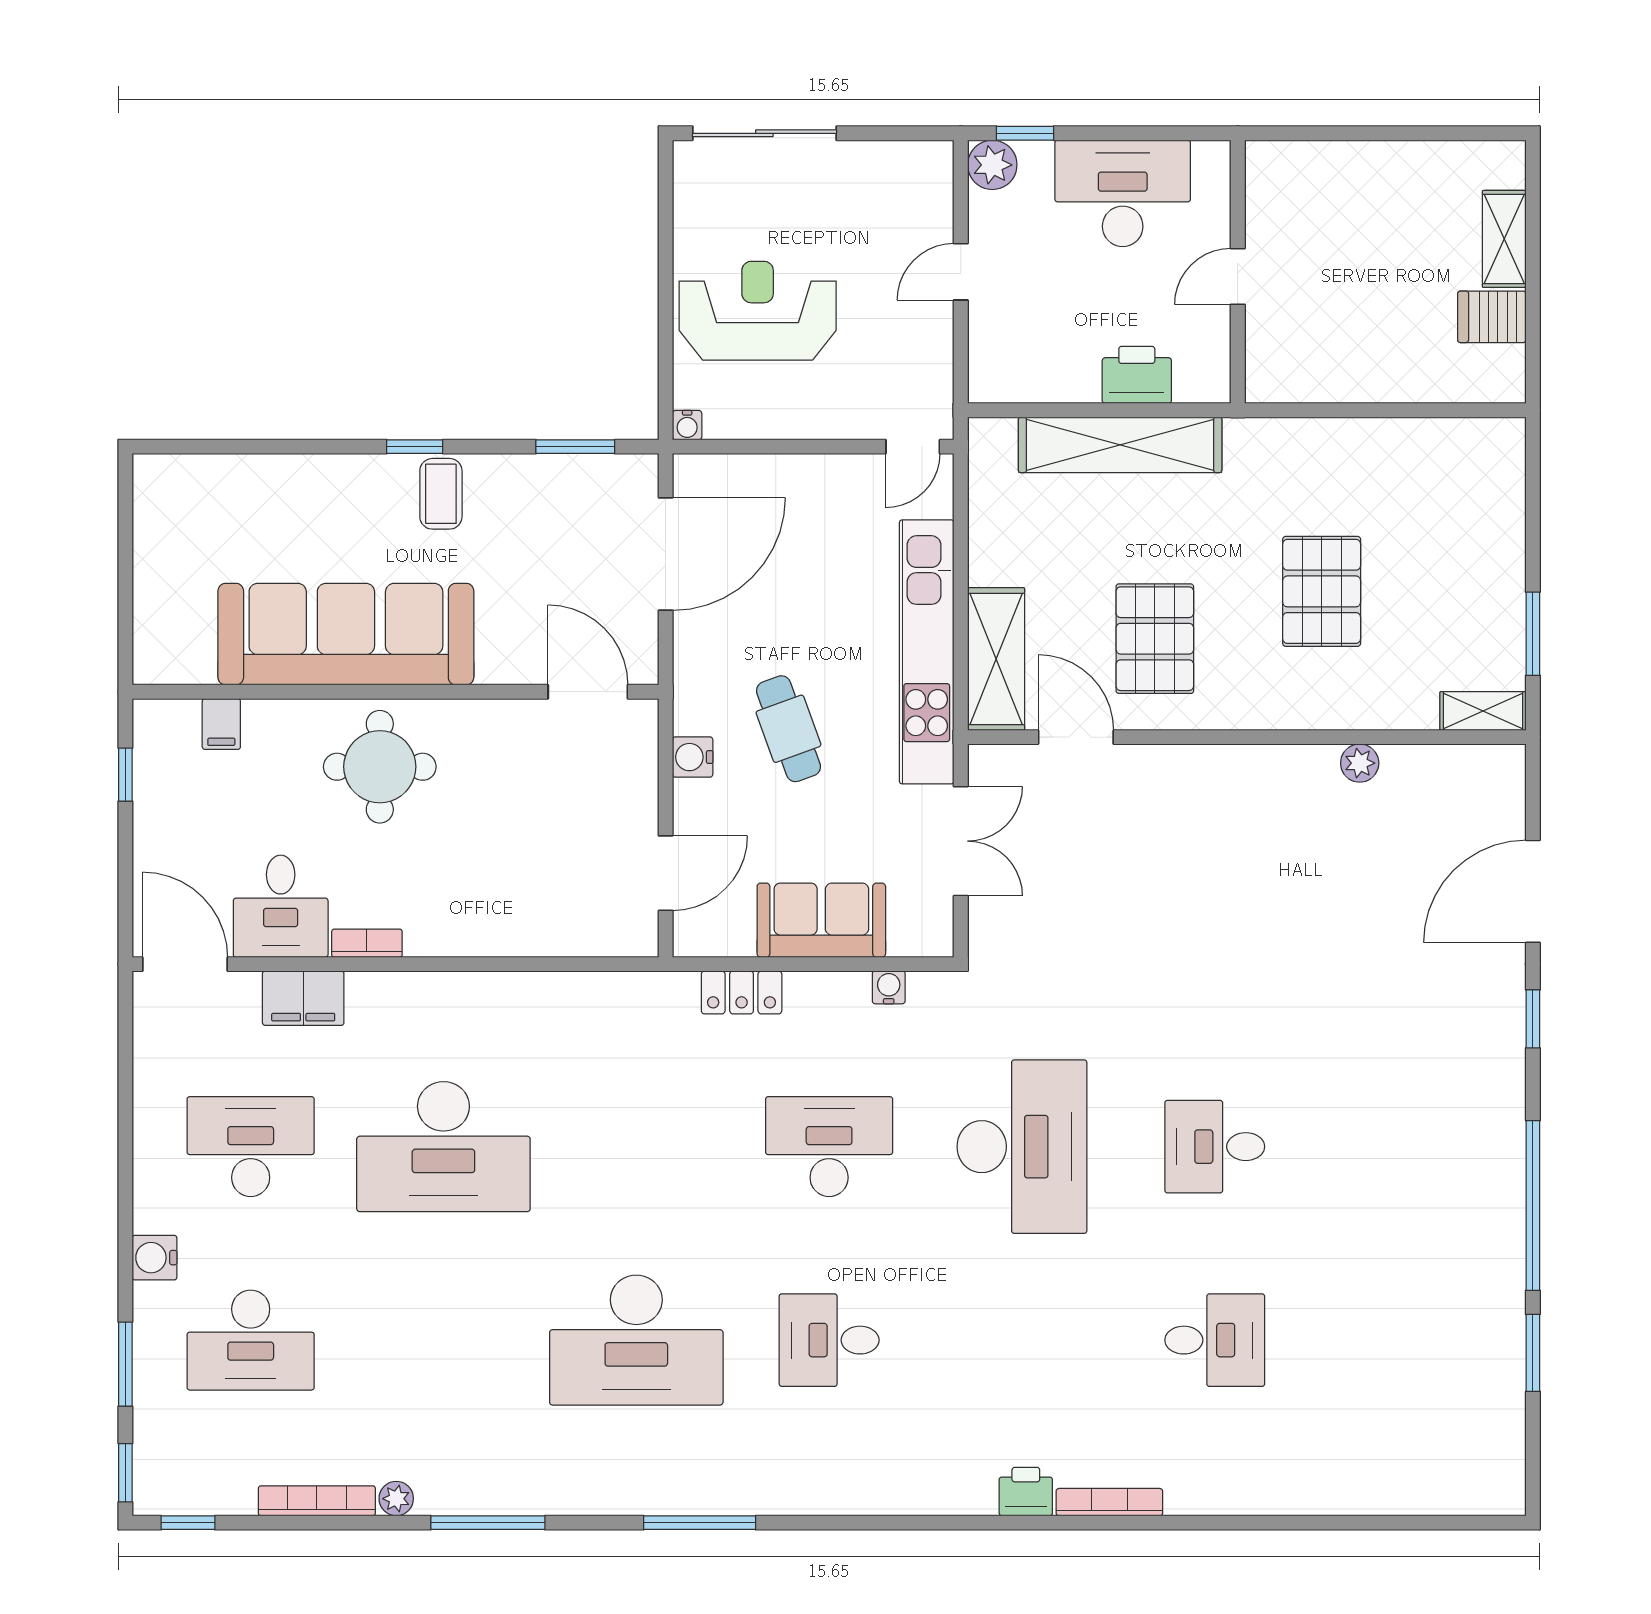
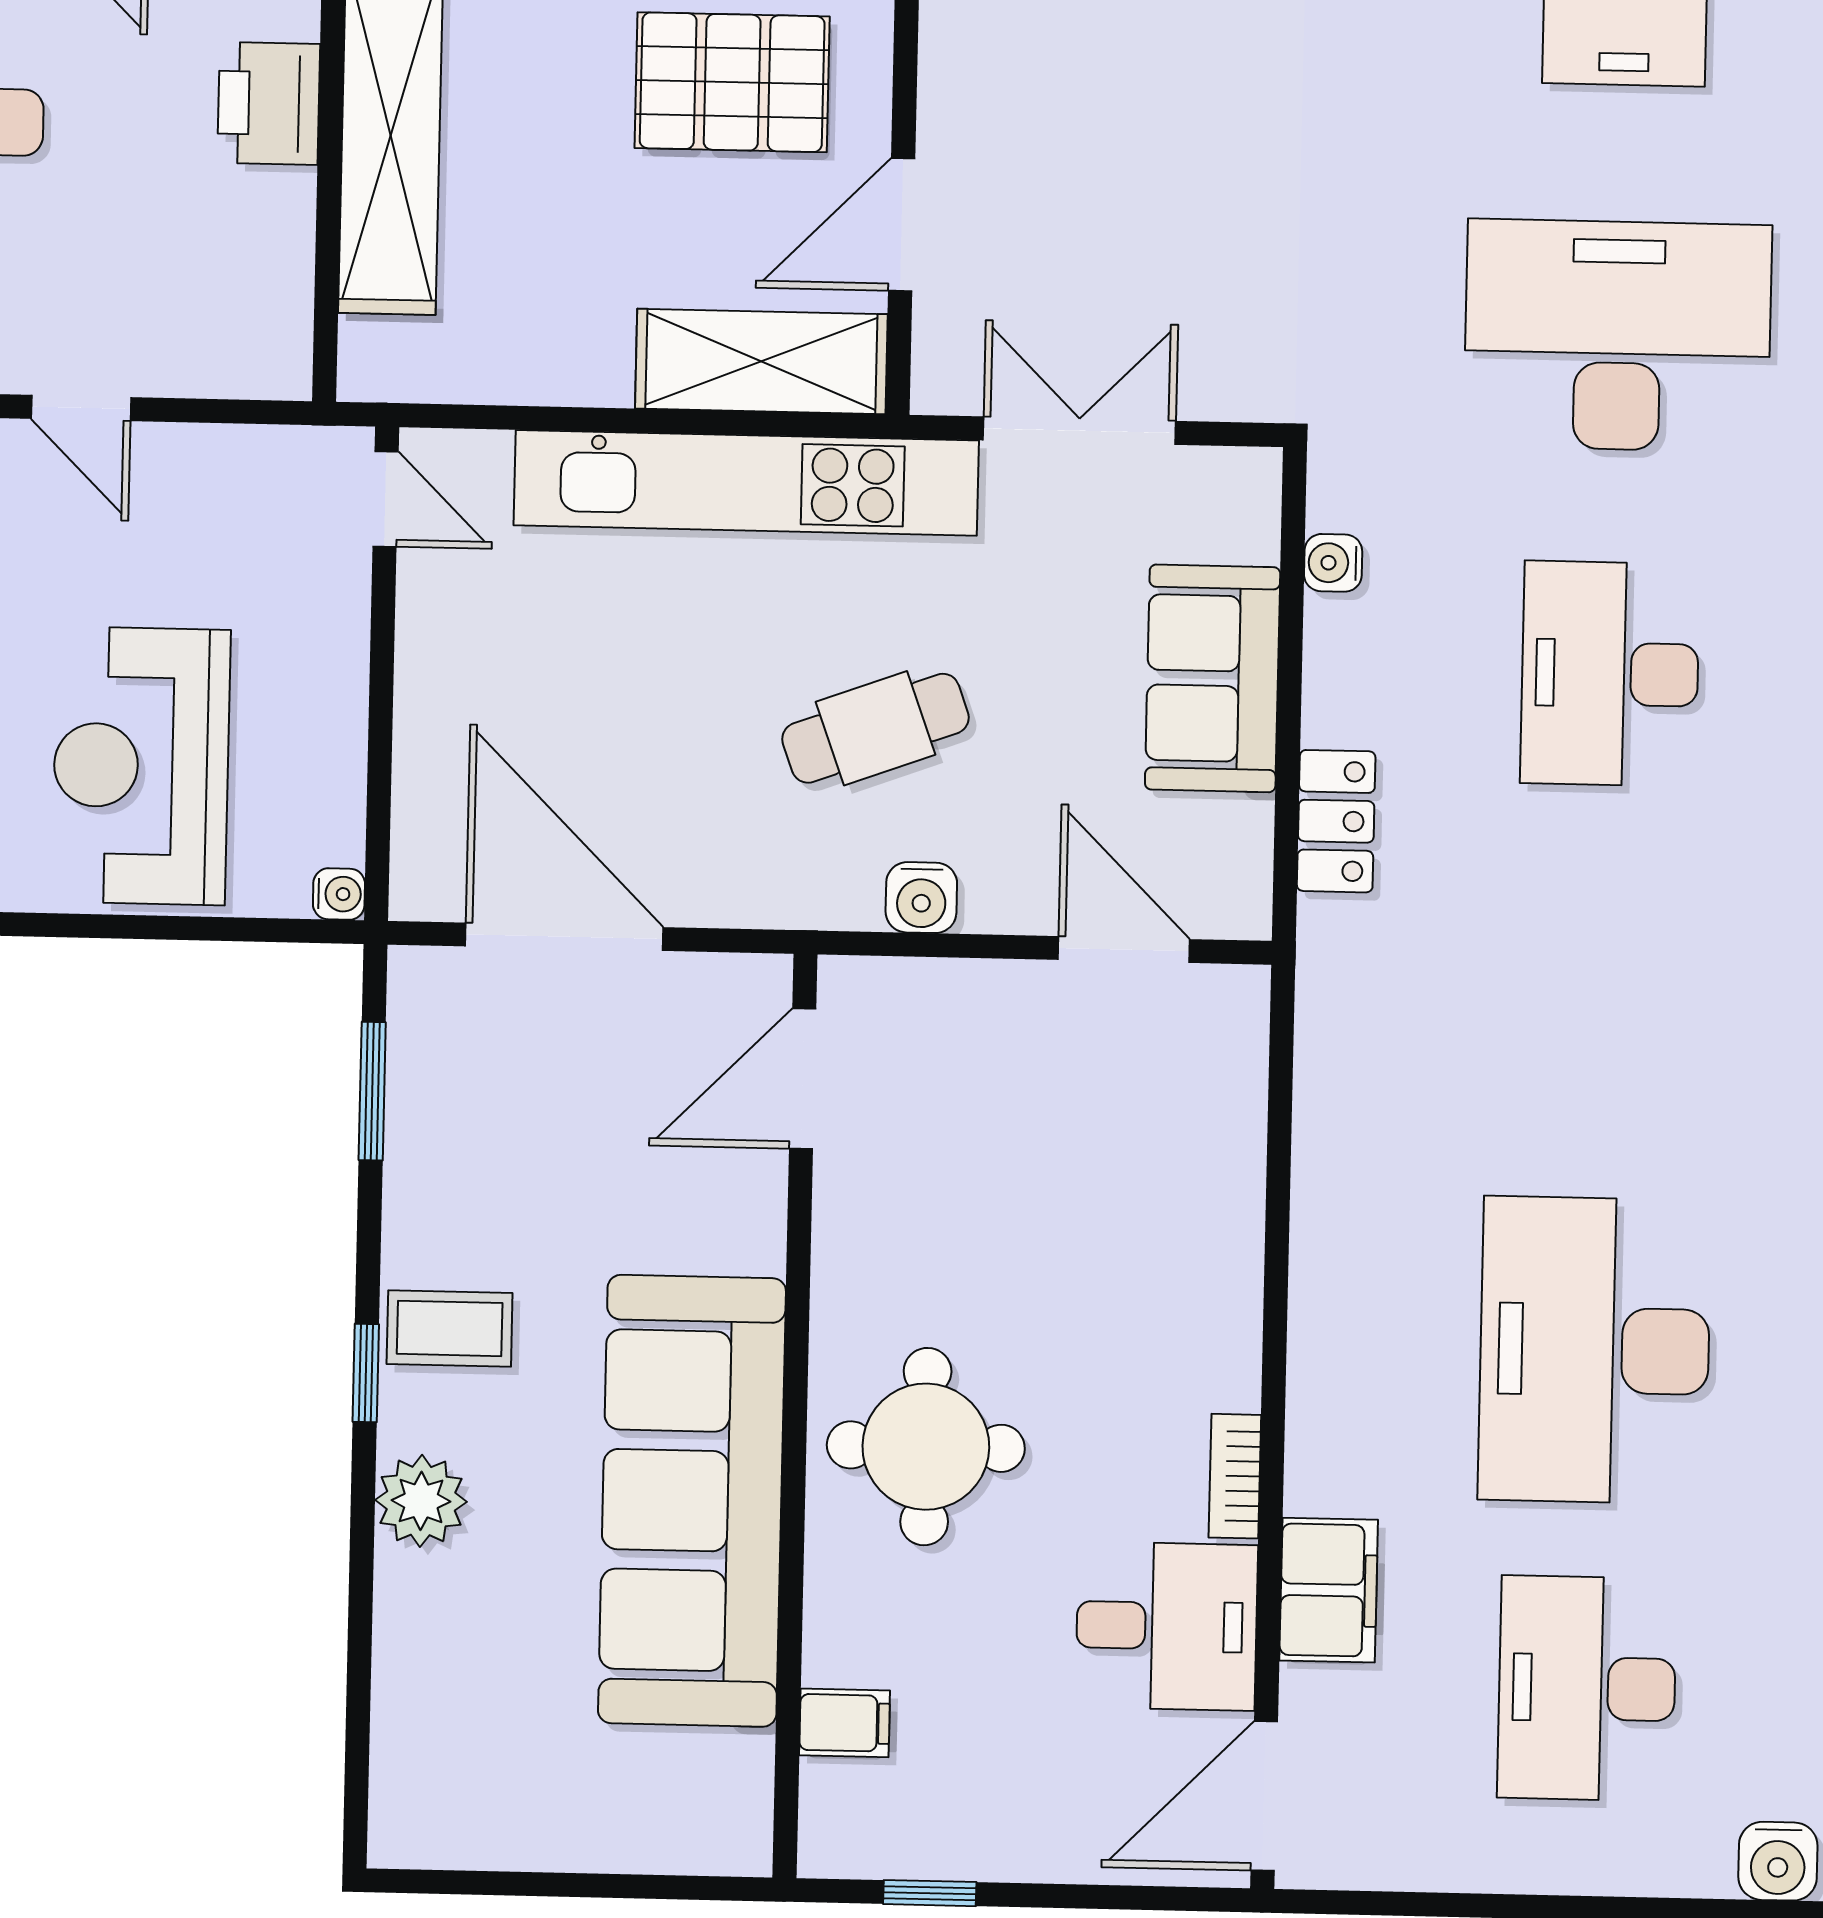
plant: (342, 480) -> (421, 1501), added
desk: (443, 1147) -> (1595, 1350), turned 180

